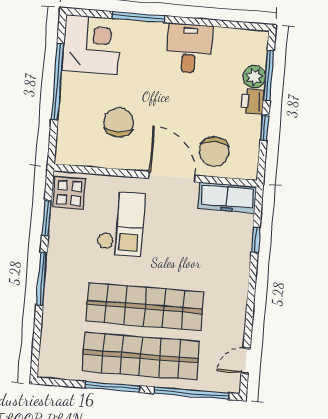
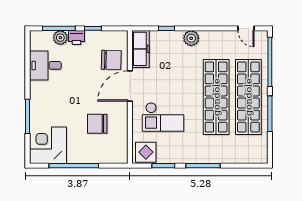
desk: (189, 48) -> (45, 65), moved
checkout: (121, 224) -> (163, 117), turned 180
plant: (237, 276) -> (191, 38), added

